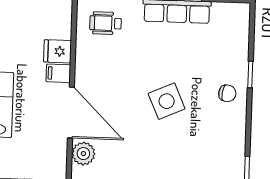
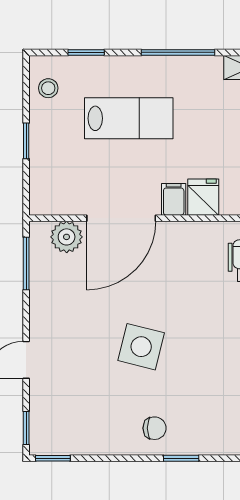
chair: (227, 93) -> (155, 428), turned -99
side table: (167, 101) -> (141, 347), turned 38

